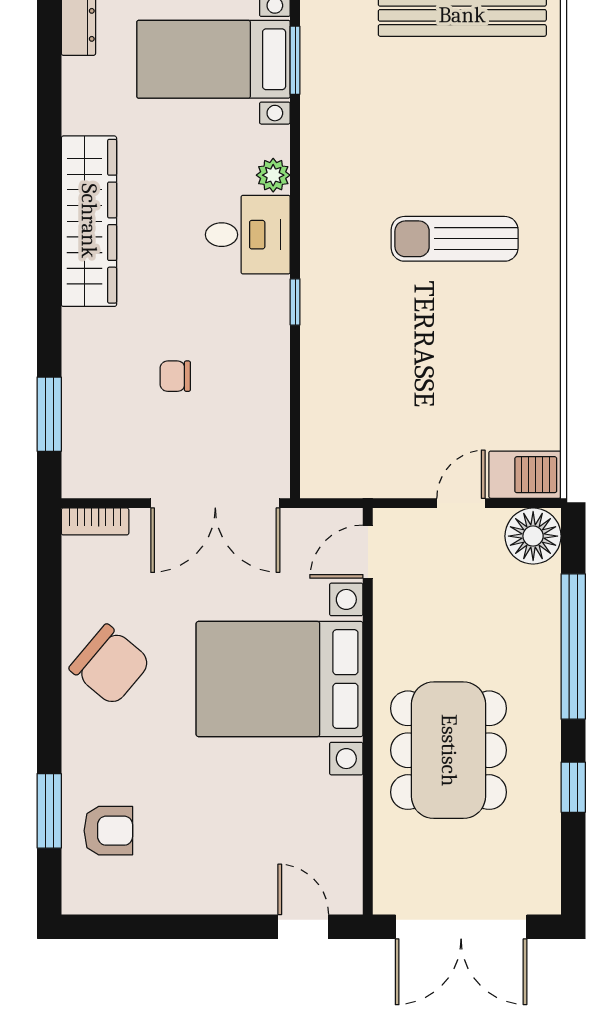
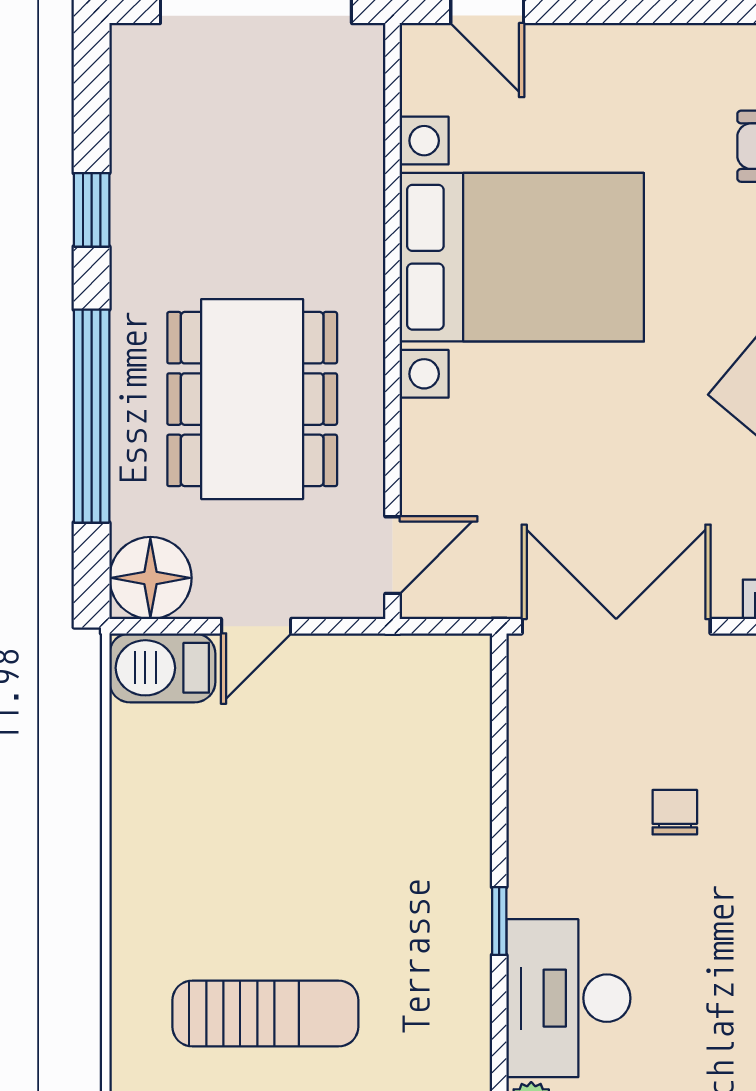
desk: (248, 235) -> (568, 998), width x1.37
chair: (175, 376) -> (675, 812), turned -90
bed with nightstands: (280, 679) -> (522, 257), moved
dining table: (449, 750) -> (252, 399), moved

